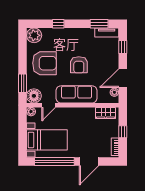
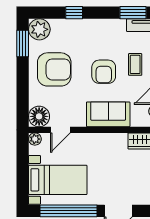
coffee table: (101, 60) -> (135, 64), added
window: (23, 83) -> (23, 44), moved
sofa: (77, 94) -> (108, 114), width x0.73

